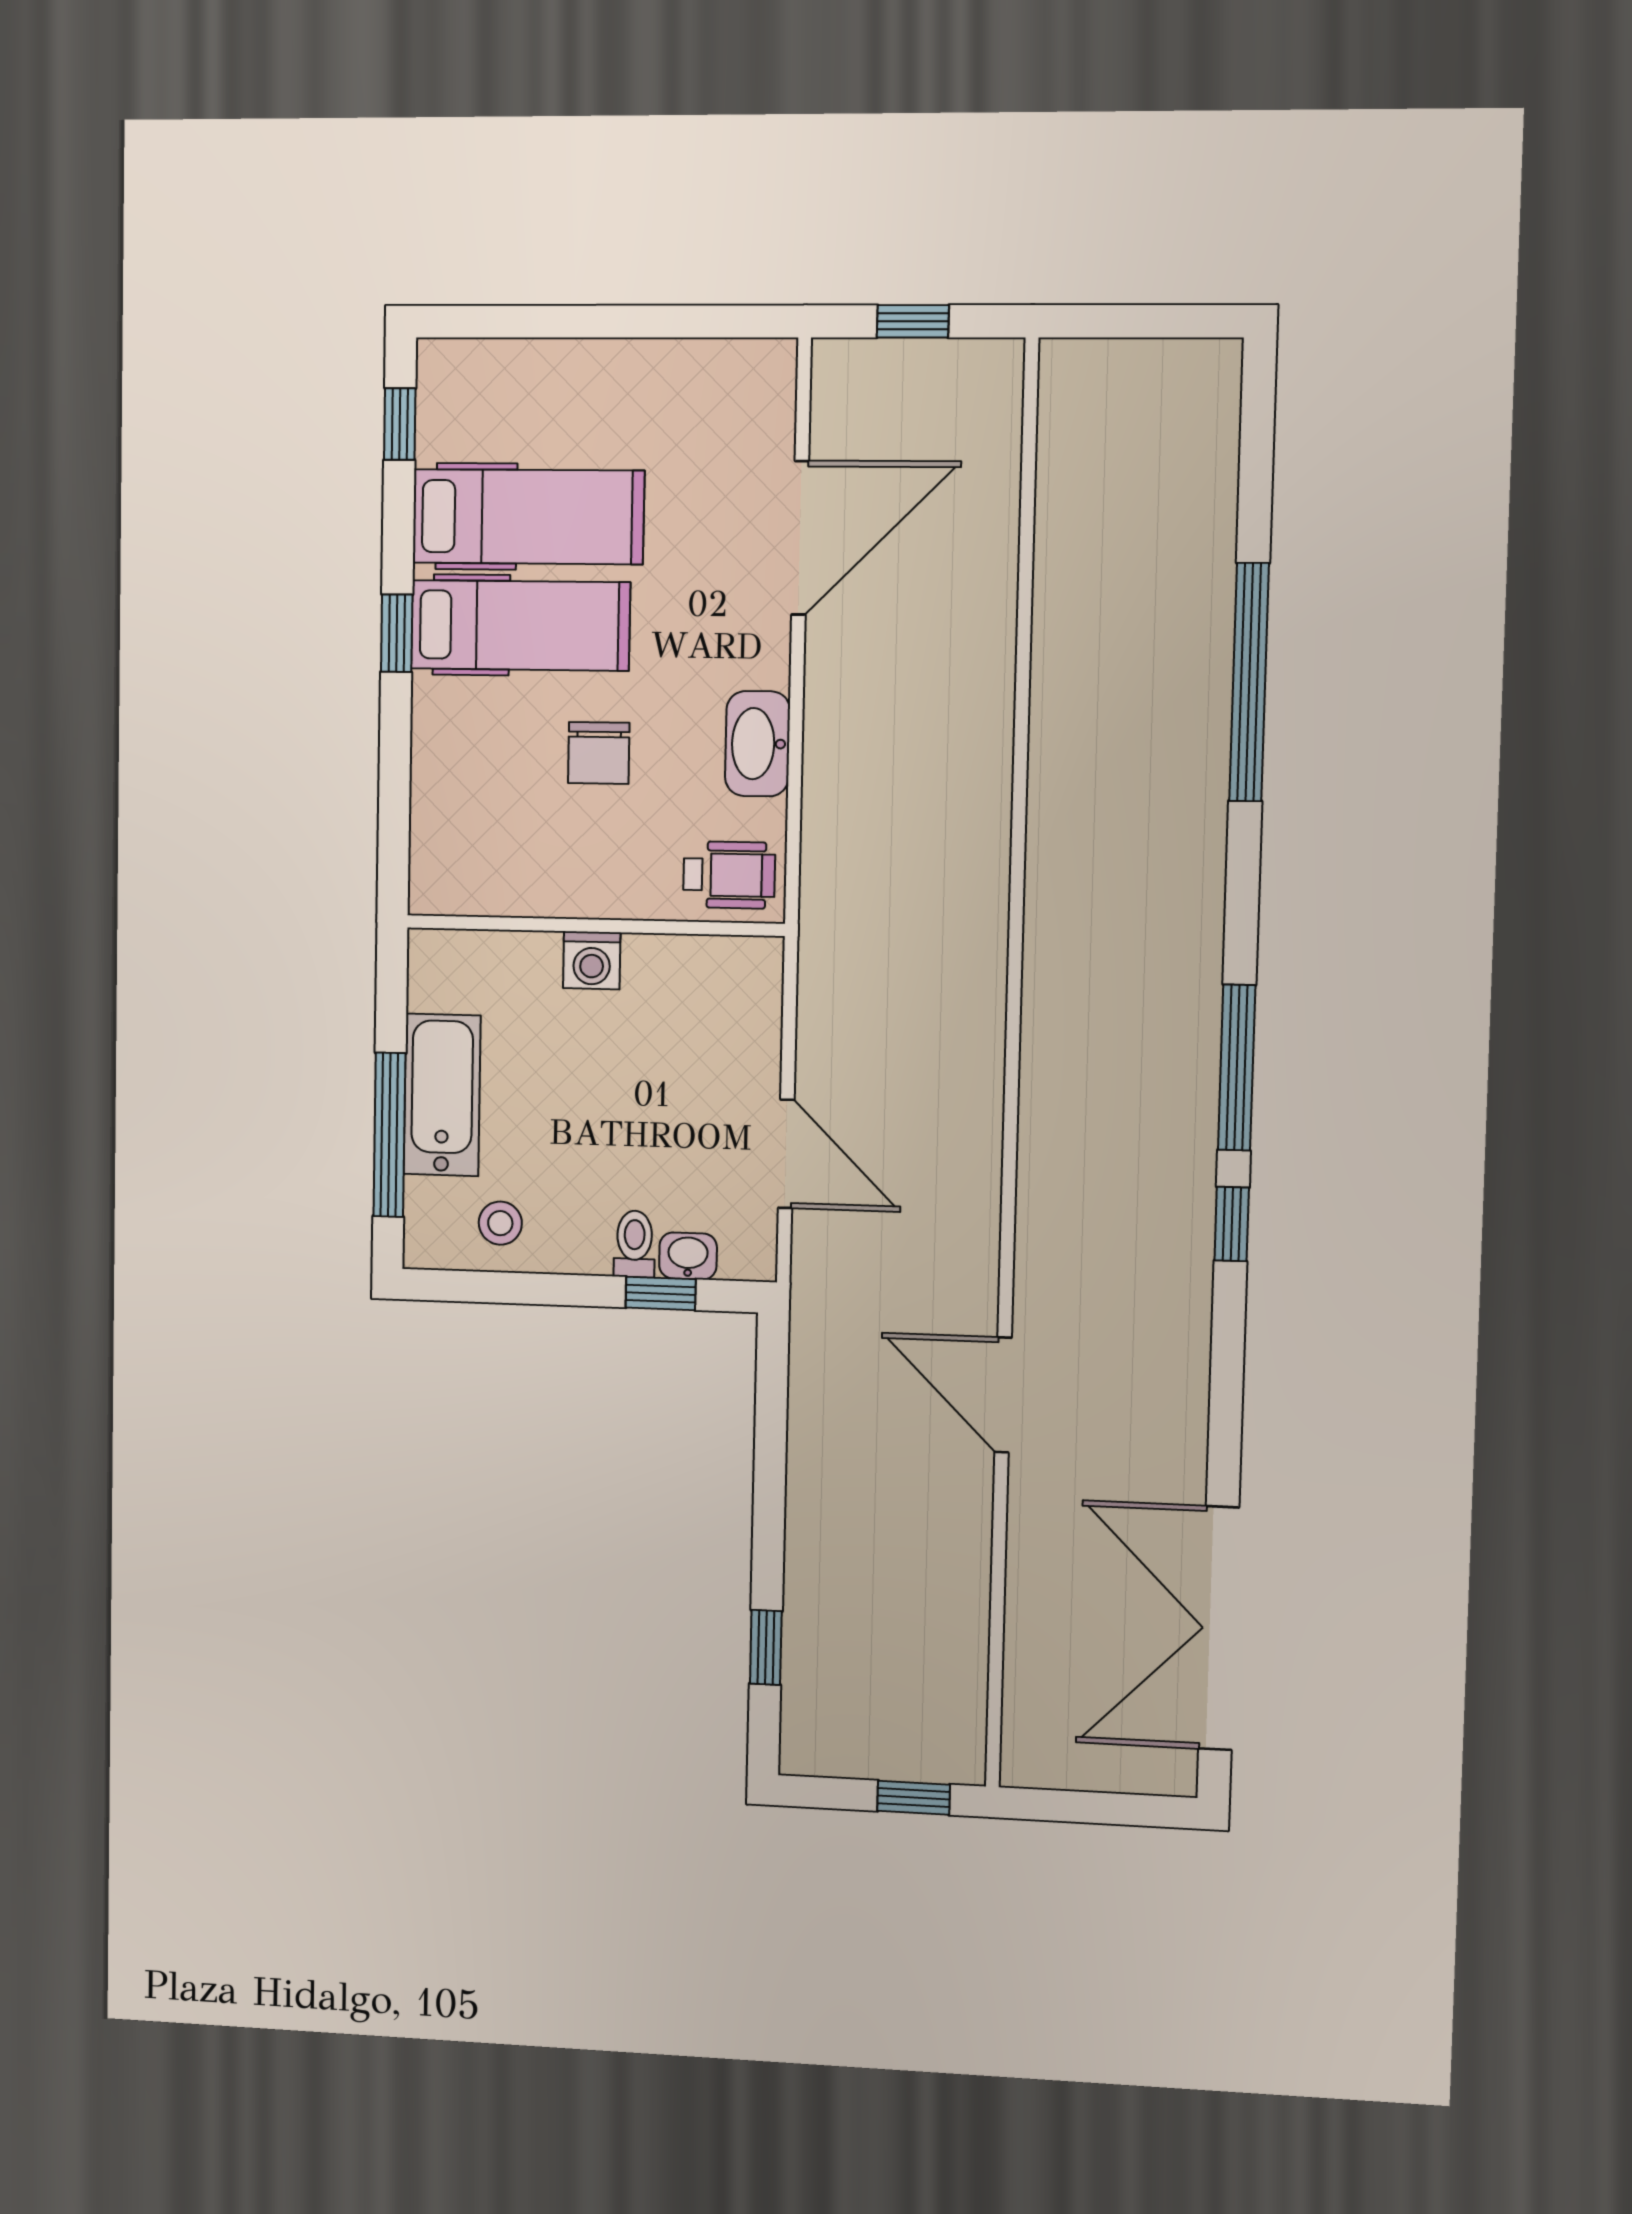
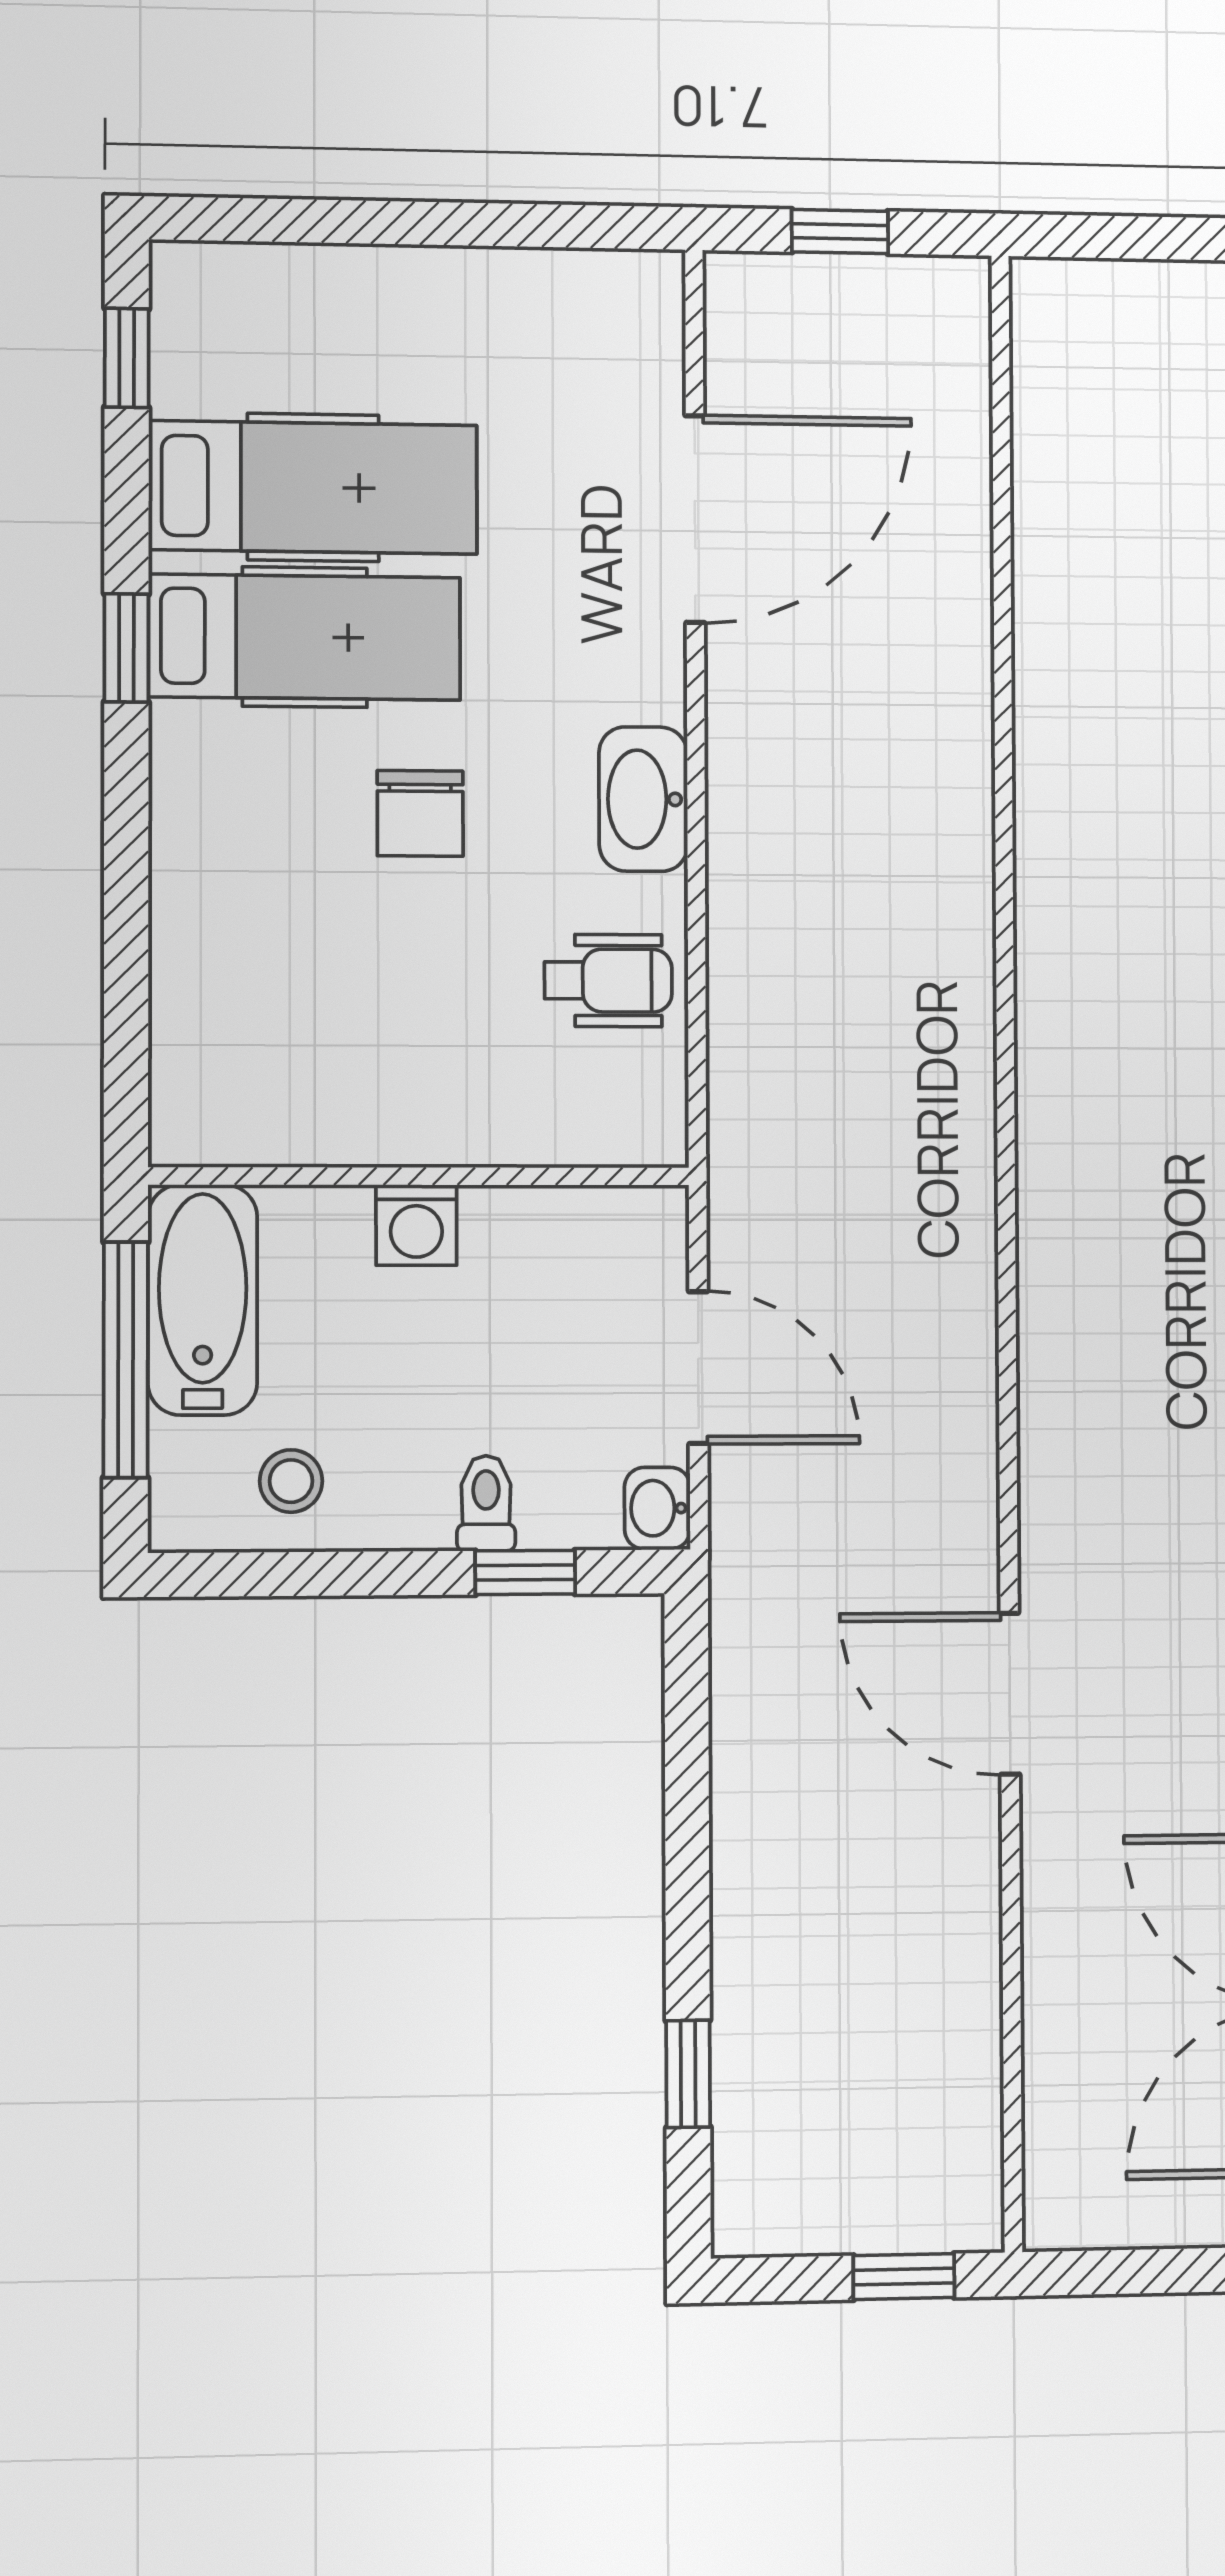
wall: (595, 926) -> (420, 1176), moved
washing machine: (592, 960) -> (416, 1225), moved
washbasin: (688, 1256) -> (657, 1508), moved, turned -90

